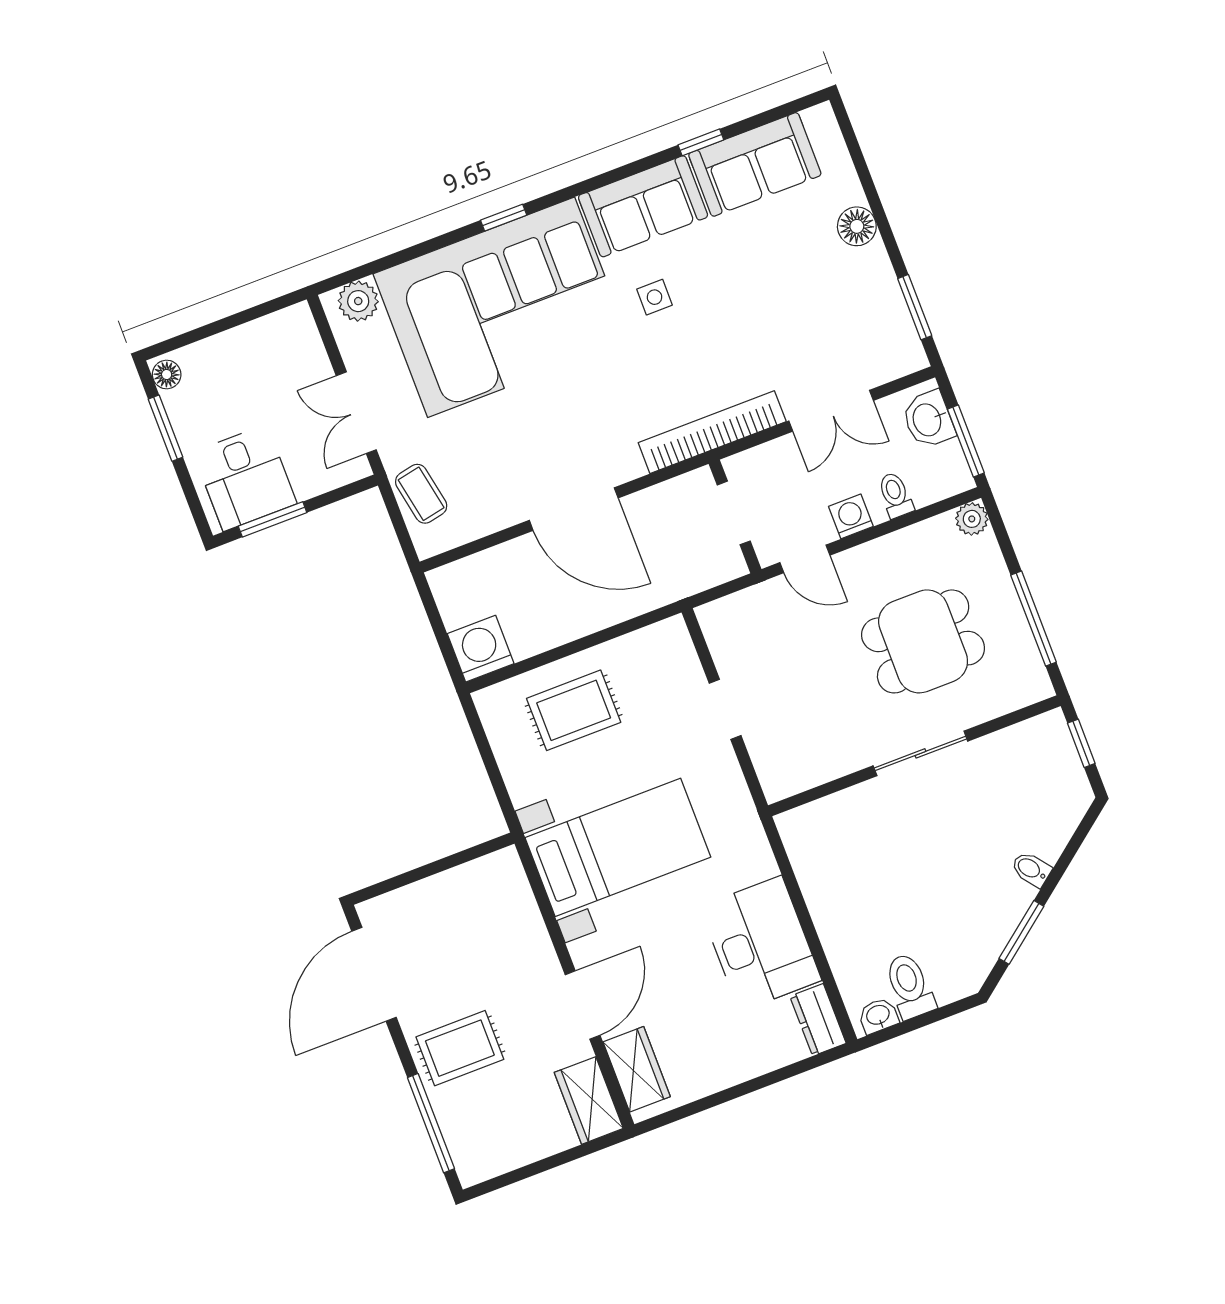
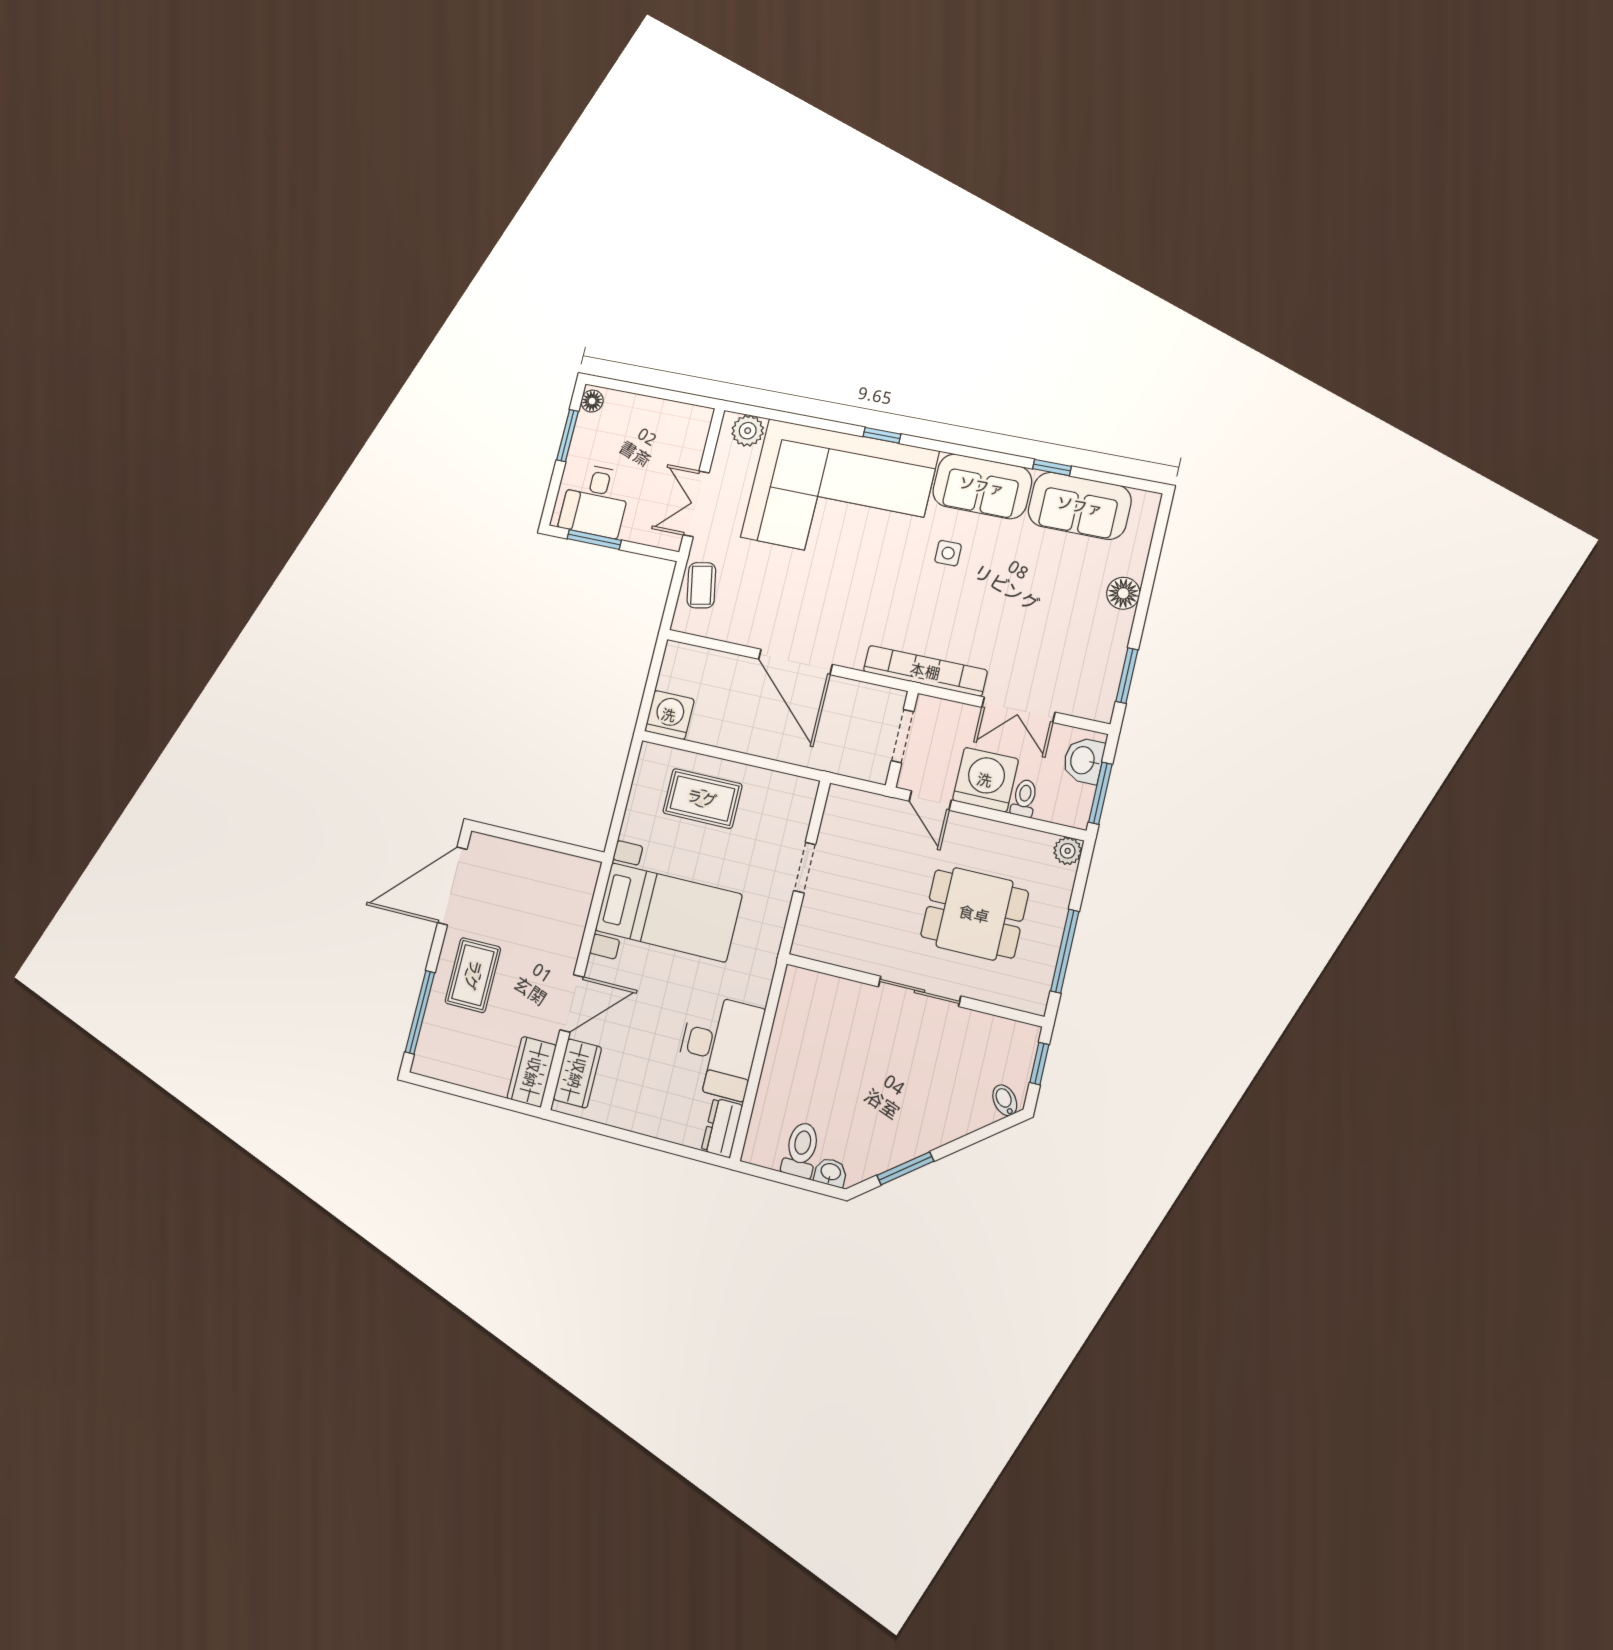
washing machine: (851, 516) -> (985, 780), width x1.89, depth x1.89
bidet: (1031, 869) -> (1005, 1100), moved
washbasin: (878, 1016) -> (831, 1172), moved
rug: (460, 1048) -> (473, 975), turned 90

